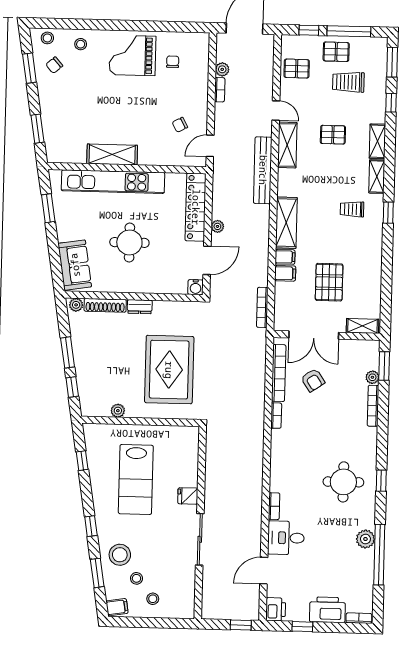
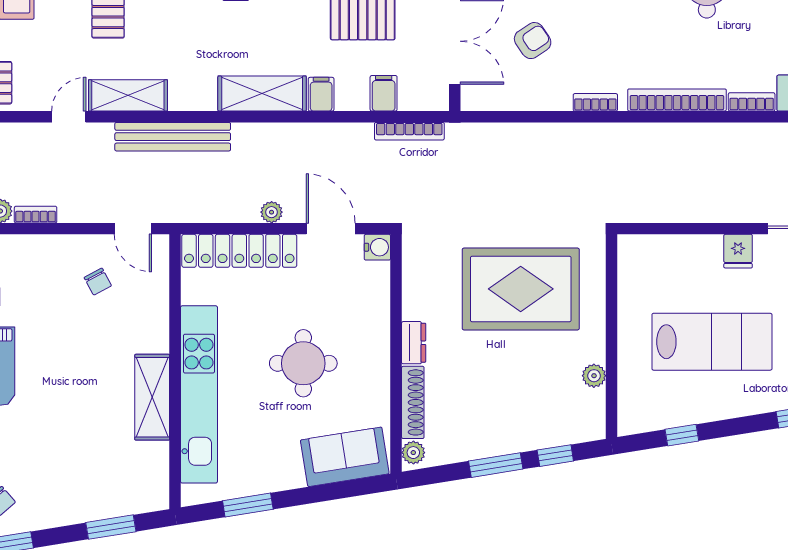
filing cabinet: (285, 273) -> (384, 93), moved
bookcase: (279, 373) -> (677, 100), moved

